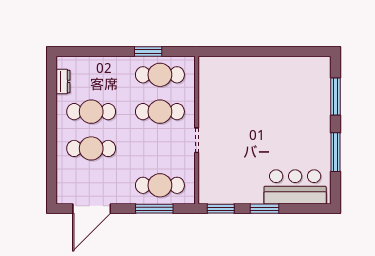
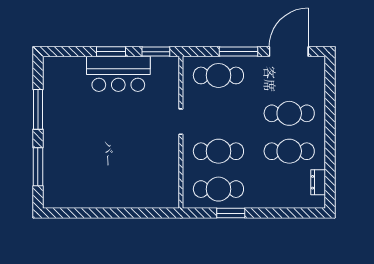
bar counter: (295, 187) -> (118, 74), moved
window: (154, 209) -> (239, 52), moved

